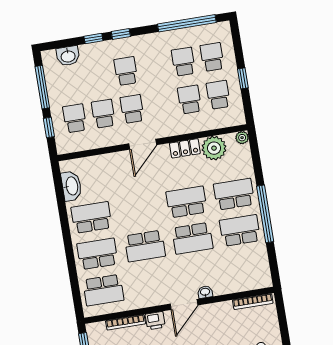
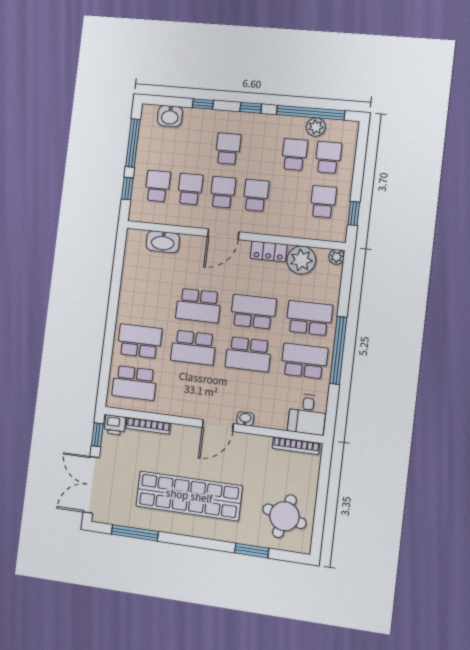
window: (121, 34) -> (251, 108), moved
plant: (195, 34) -> (316, 127), added
window: (243, 78) -> (354, 213), moved
school desk: (190, 100) -> (256, 195), moved
washbasin: (71, 186) -> (163, 242), moved, turned 90
school desk: (91, 218) -> (198, 305), moved, turned 180
desk: (255, 273) -> (307, 414), added
printer: (155, 321) -> (115, 425), moved

